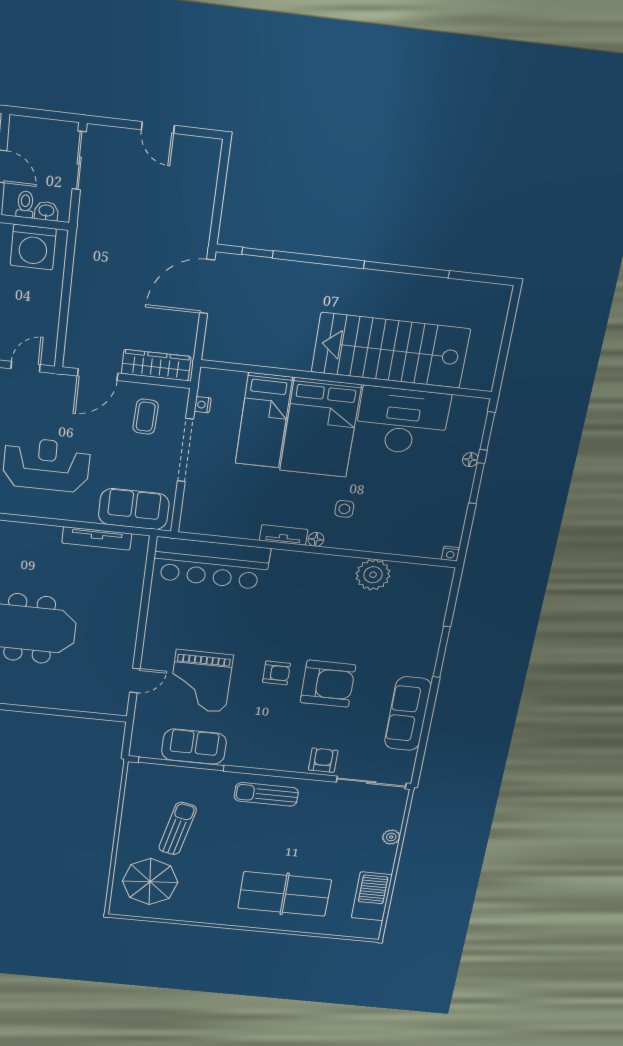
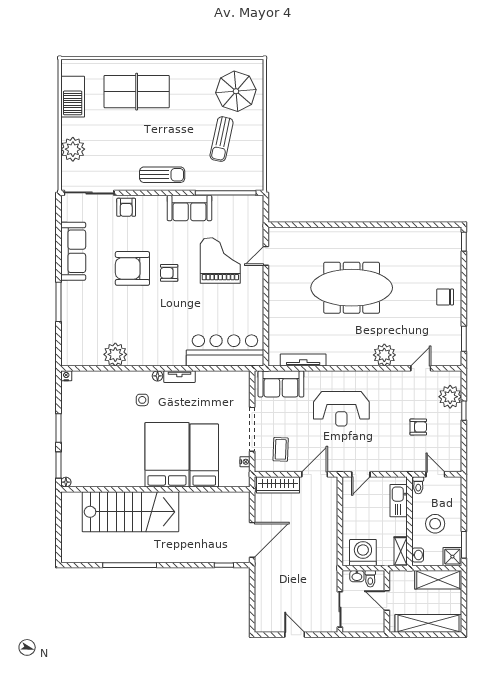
desk: (402, 421) -> (115, 466), removed
floor lamp: (470, 460) -> (66, 482), moved
sofa: (194, 747) -> (189, 208), moved
plant: (391, 837) -> (73, 149), width x1.88, depth x1.88

